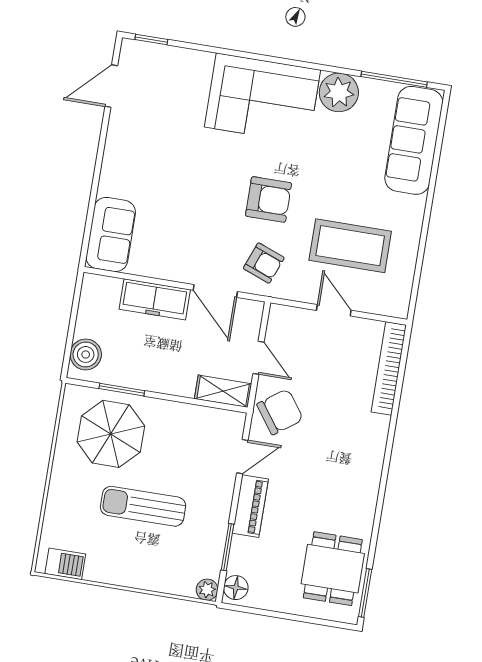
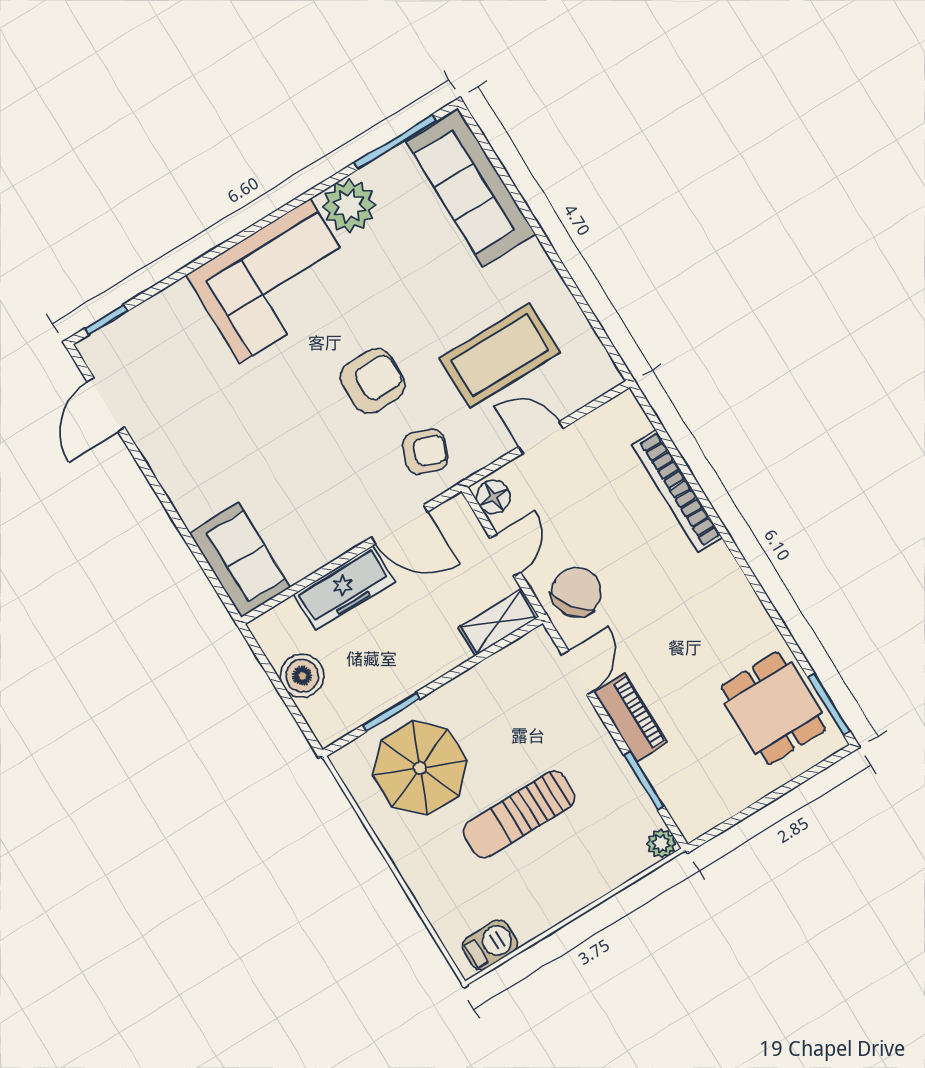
boiler: (86, 354) -> (302, 676), moved
door: (259, 358) -> (505, 555), hinge flipped
bookcase: (389, 368) -> (677, 491), moved
floor lamp: (236, 588) -> (493, 497), moved

